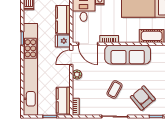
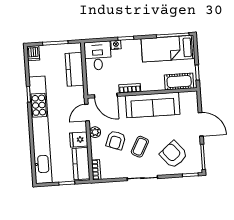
fridge: (63, 41) -> (79, 140), moved
armchair: (94, 83) -> (116, 140), added

